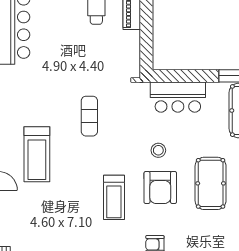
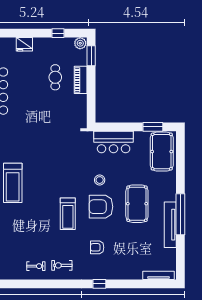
exercise mat: (89, 116) -> (50, 156), removed
armchair: (160, 188) -> (101, 207), turned 90

